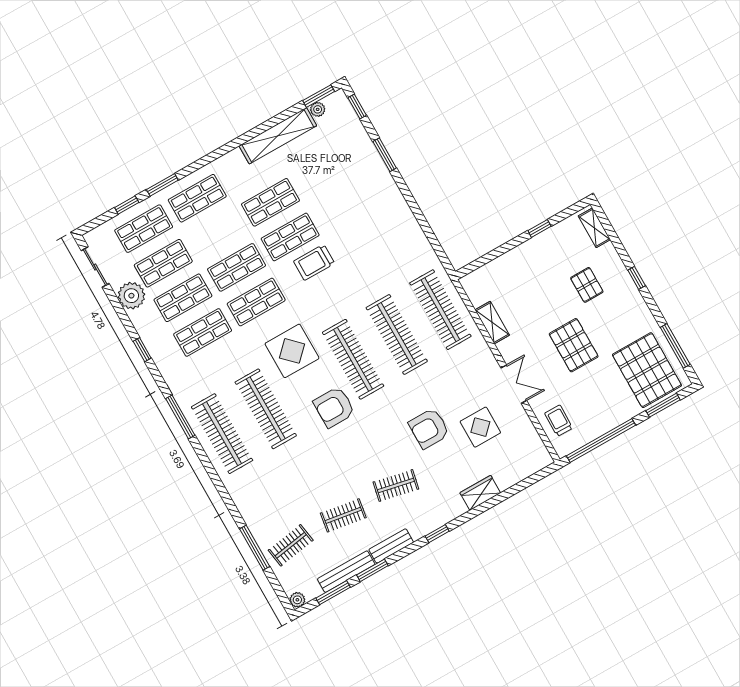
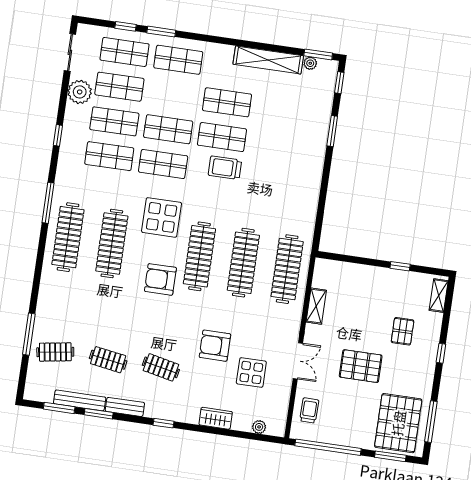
pallet: (574, 345) -> (361, 366), turned 90
plant: (297, 600) -> (259, 427), moved

